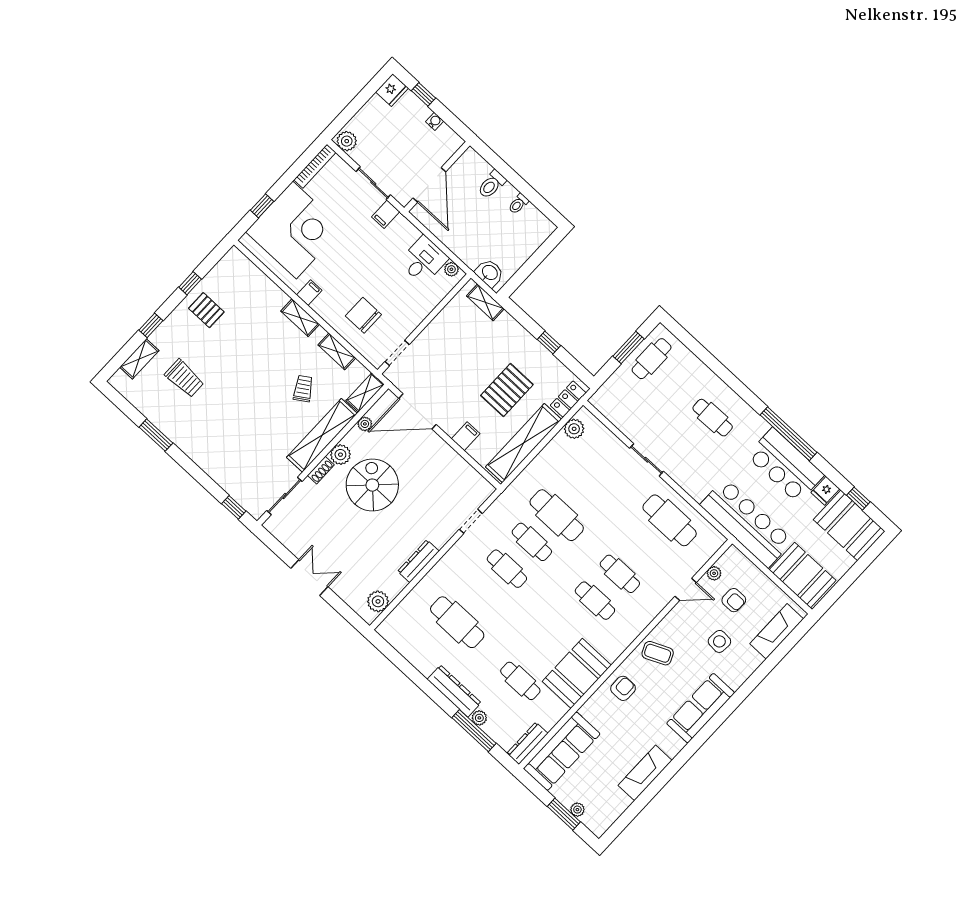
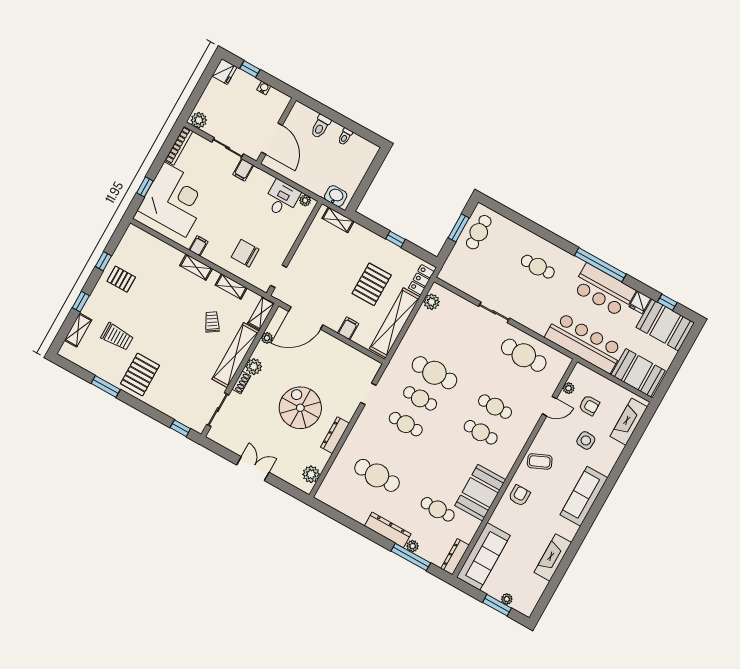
pallet: (201, 431) -> (140, 375), added
spiral stairs: (372, 485) -> (300, 408), moved

